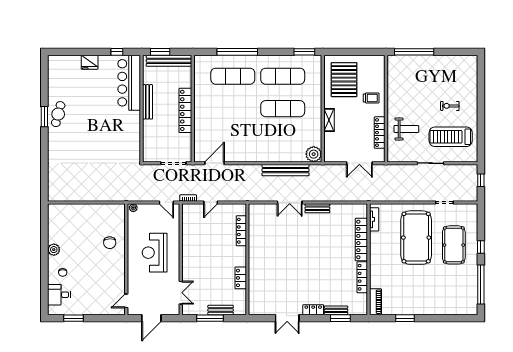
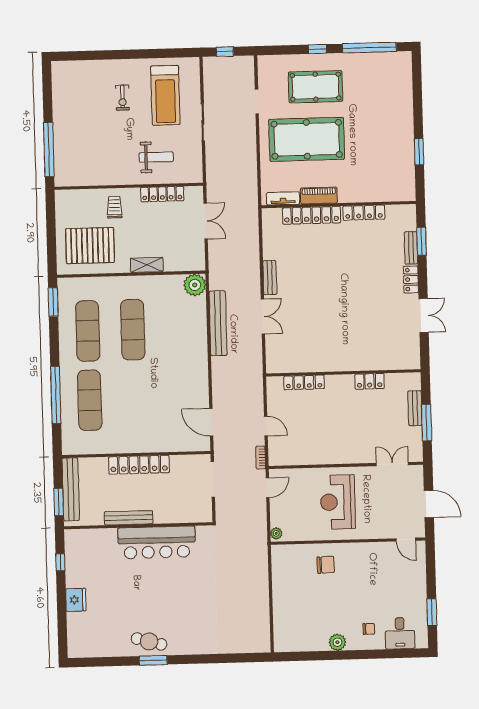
bar counter: (129, 83) -> (157, 542), moved
weight bench: (406, 129) -> (156, 157), turned 90
reception desk: (155, 253) -> (338, 502), turned 90
piano: (375, 302) -> (319, 196), moved

